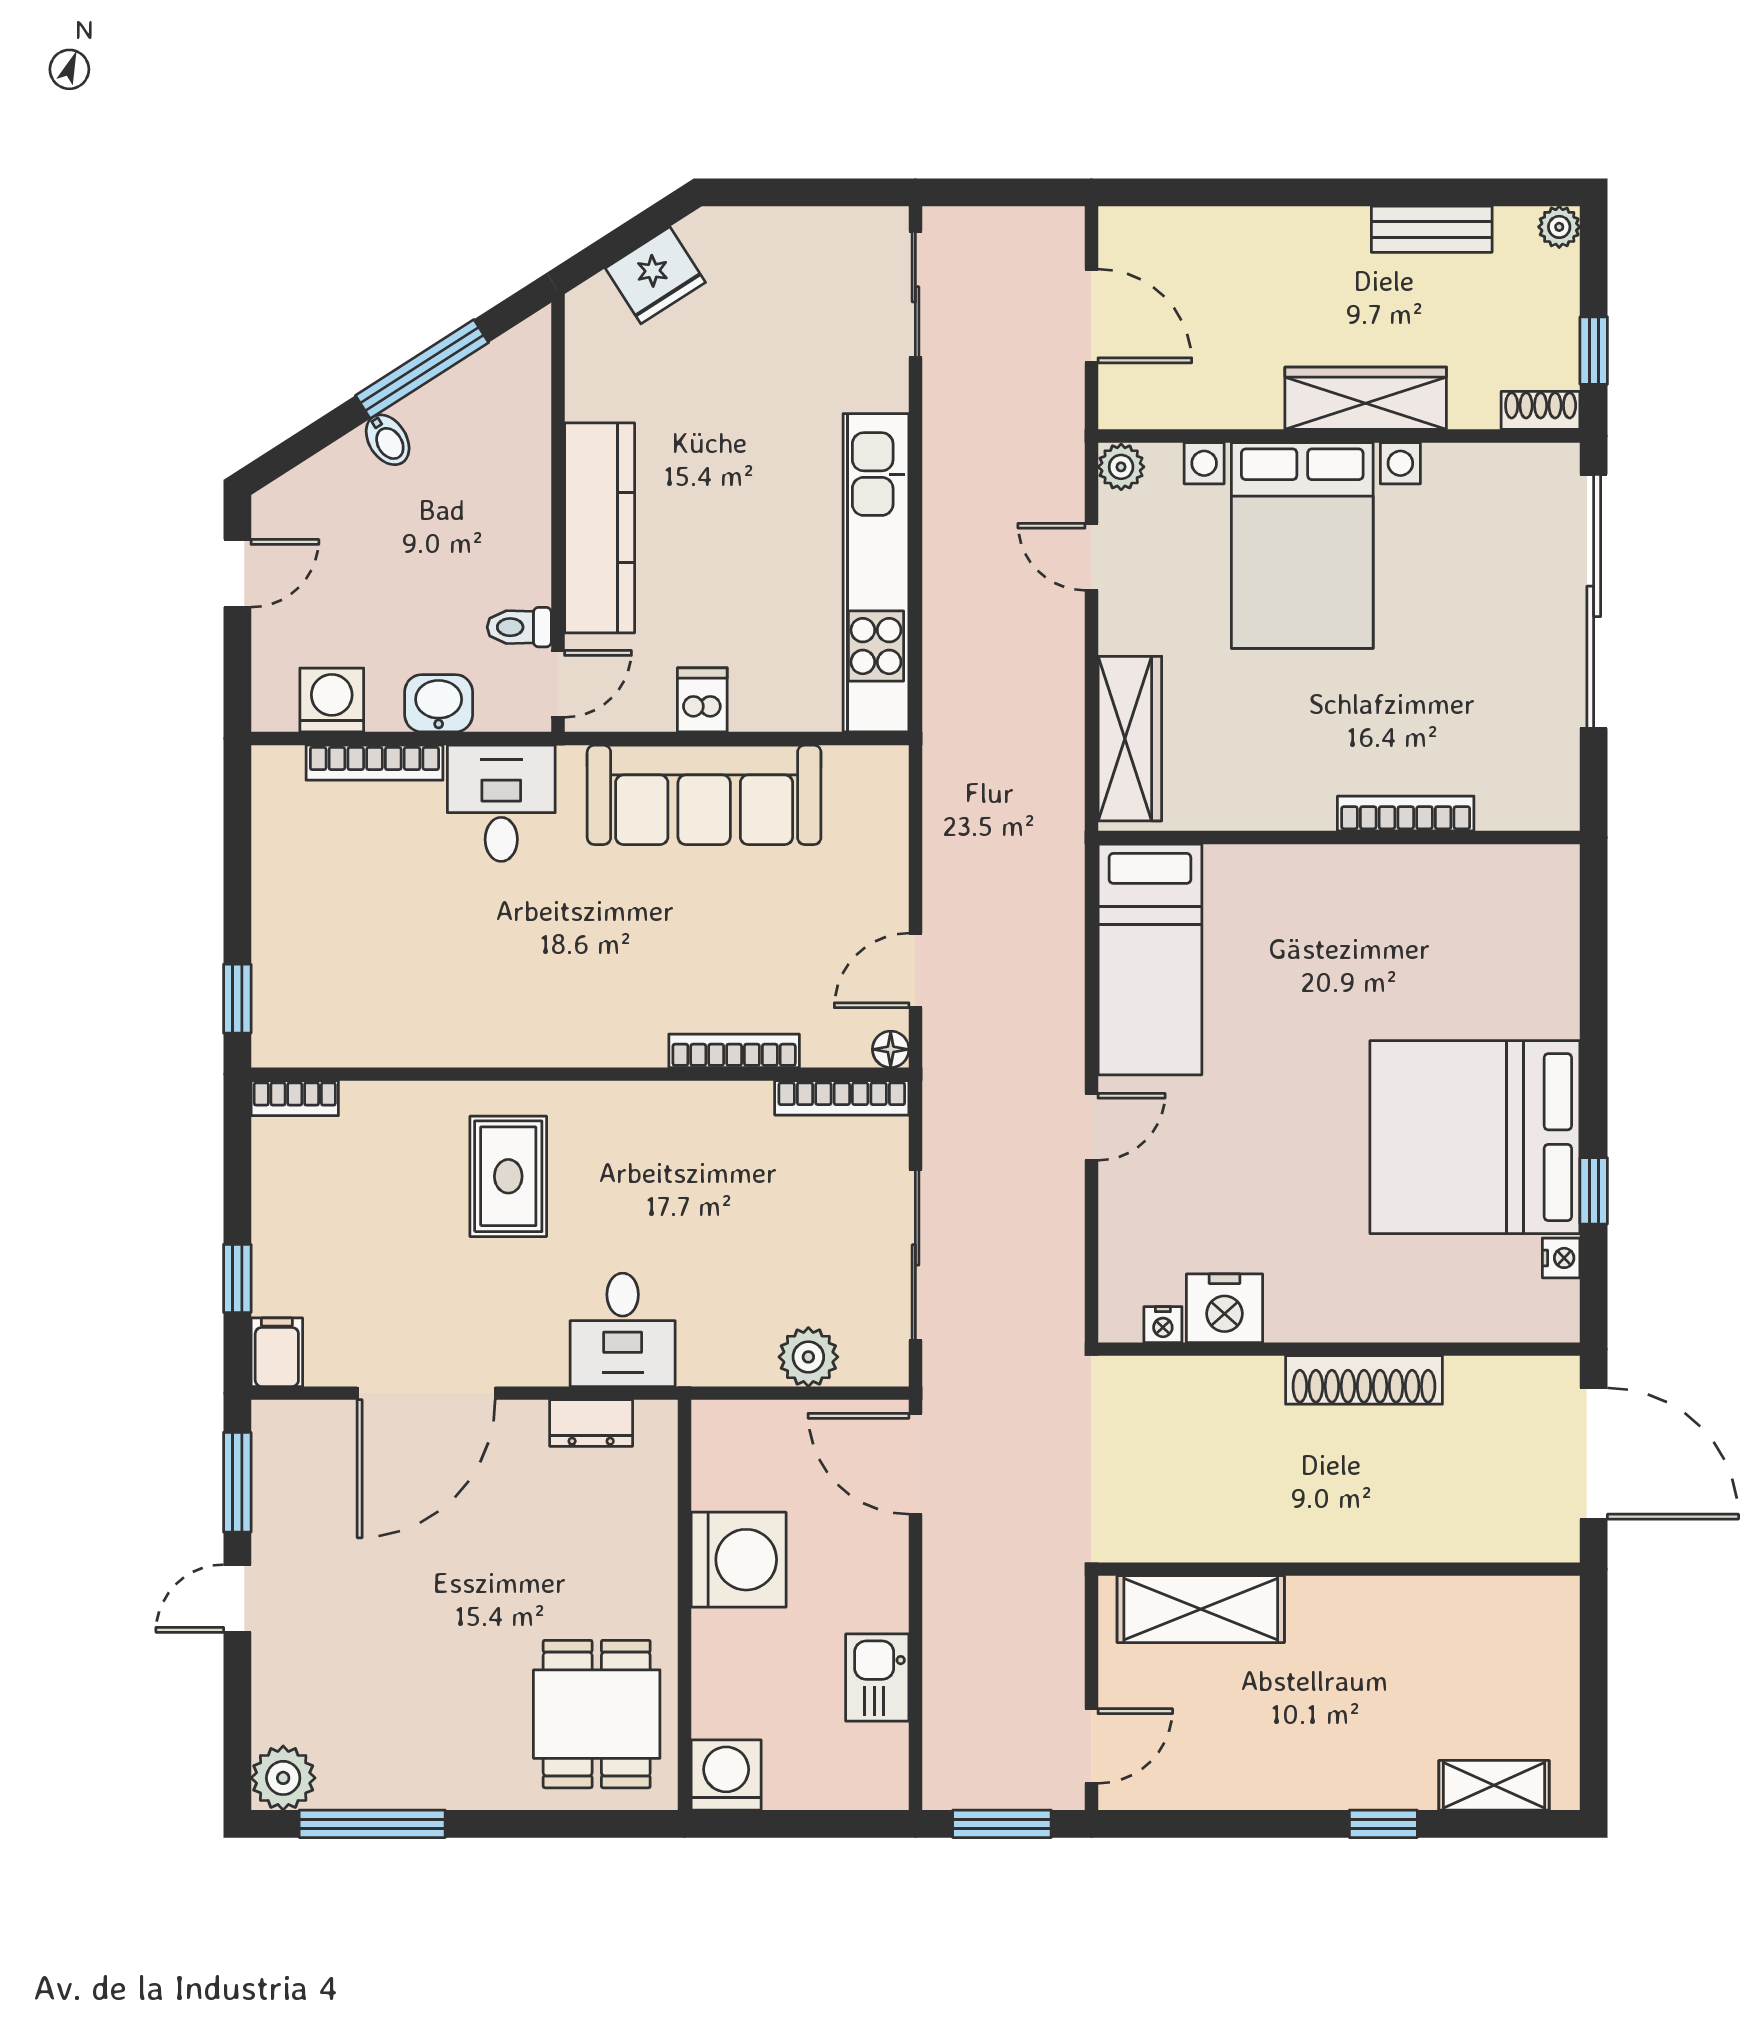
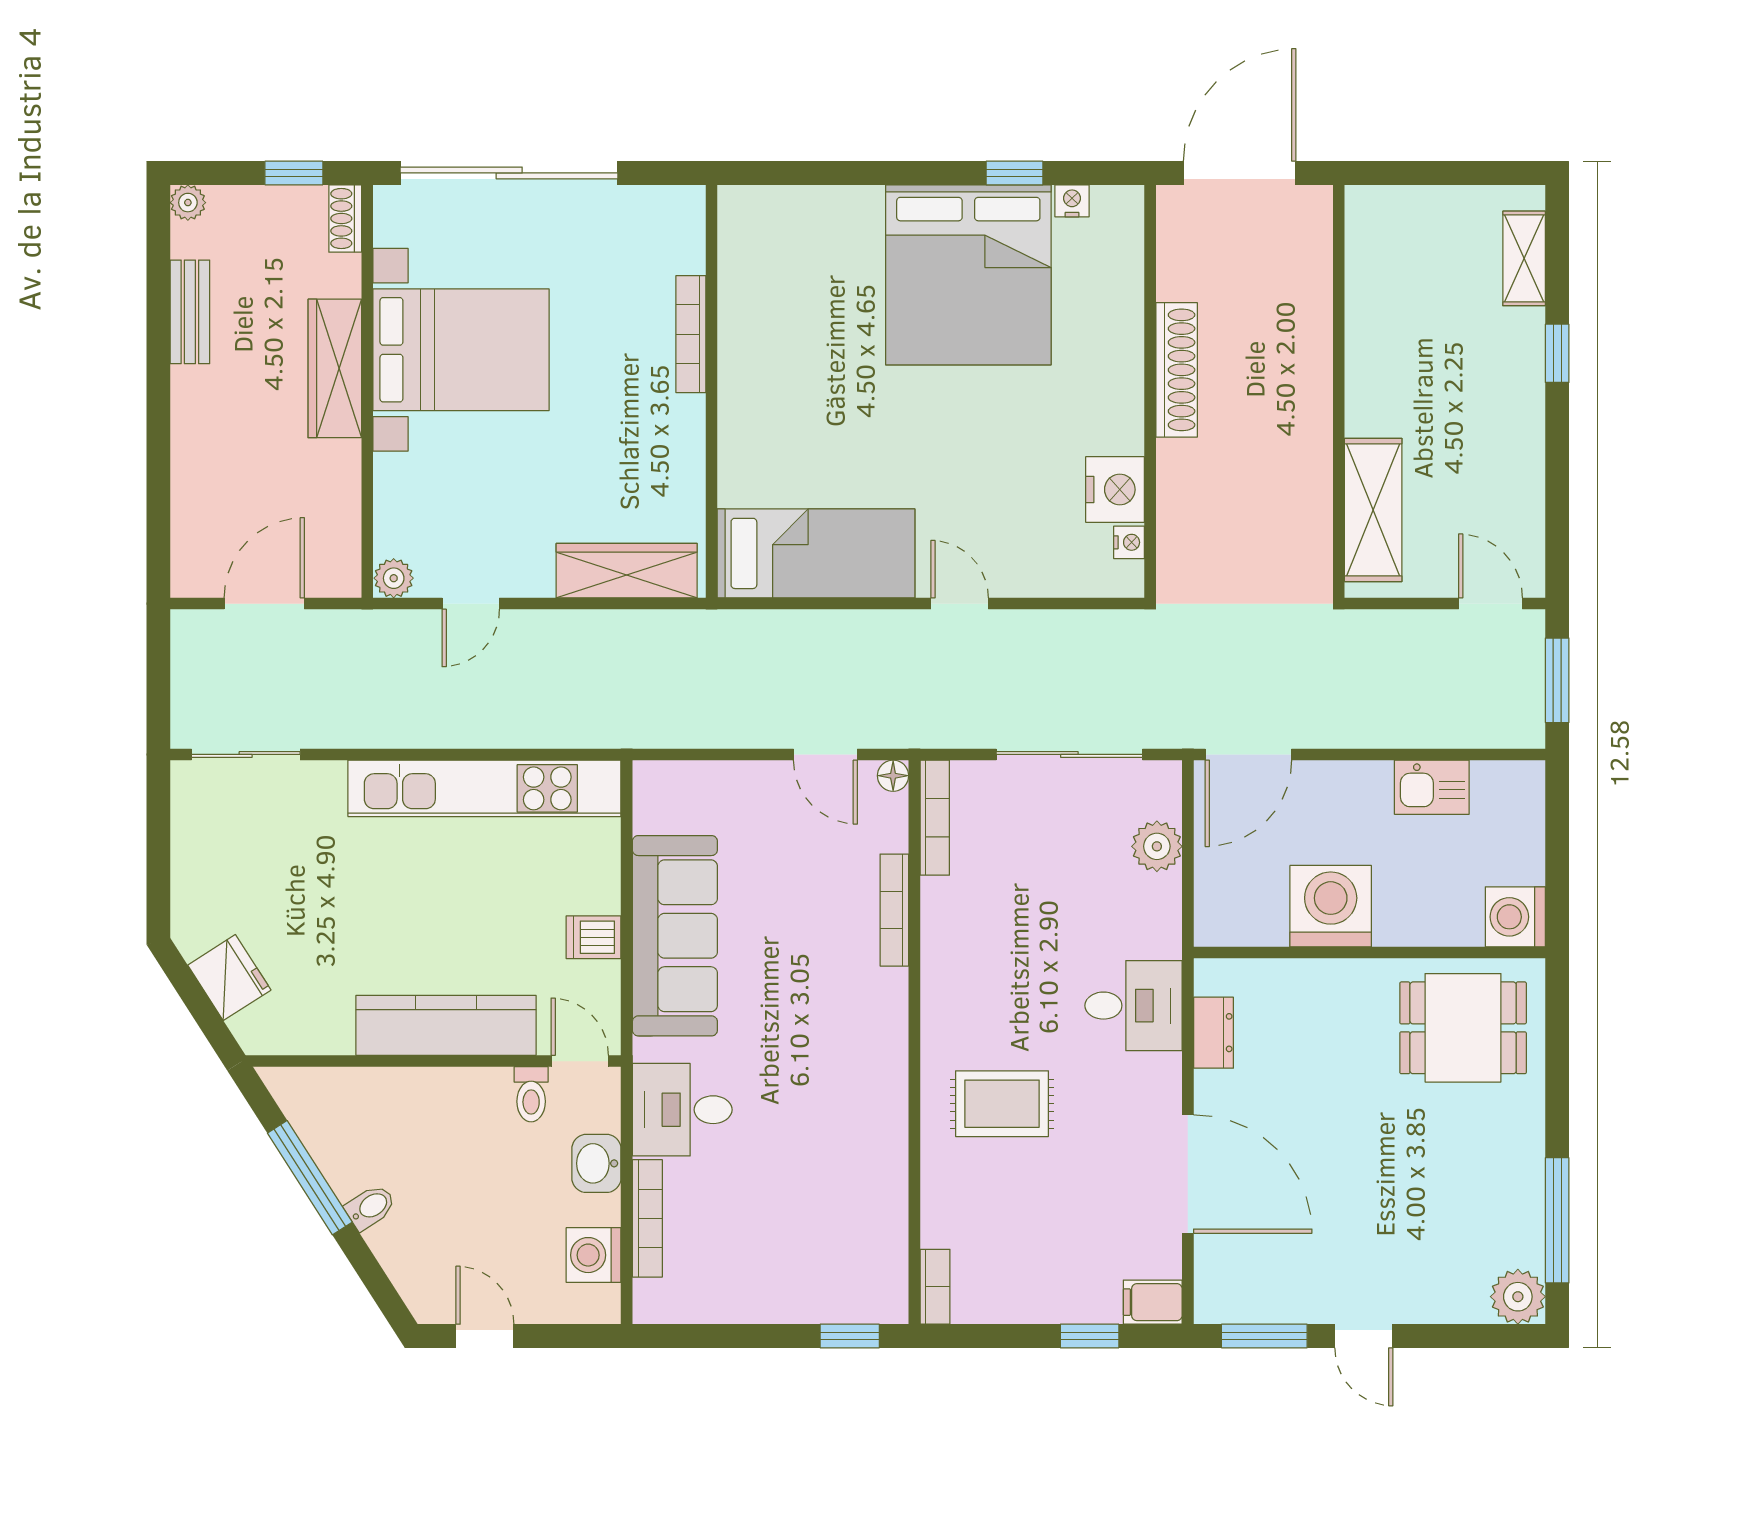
bed with nightstands: (1302, 545) -> (461, 350), moved

